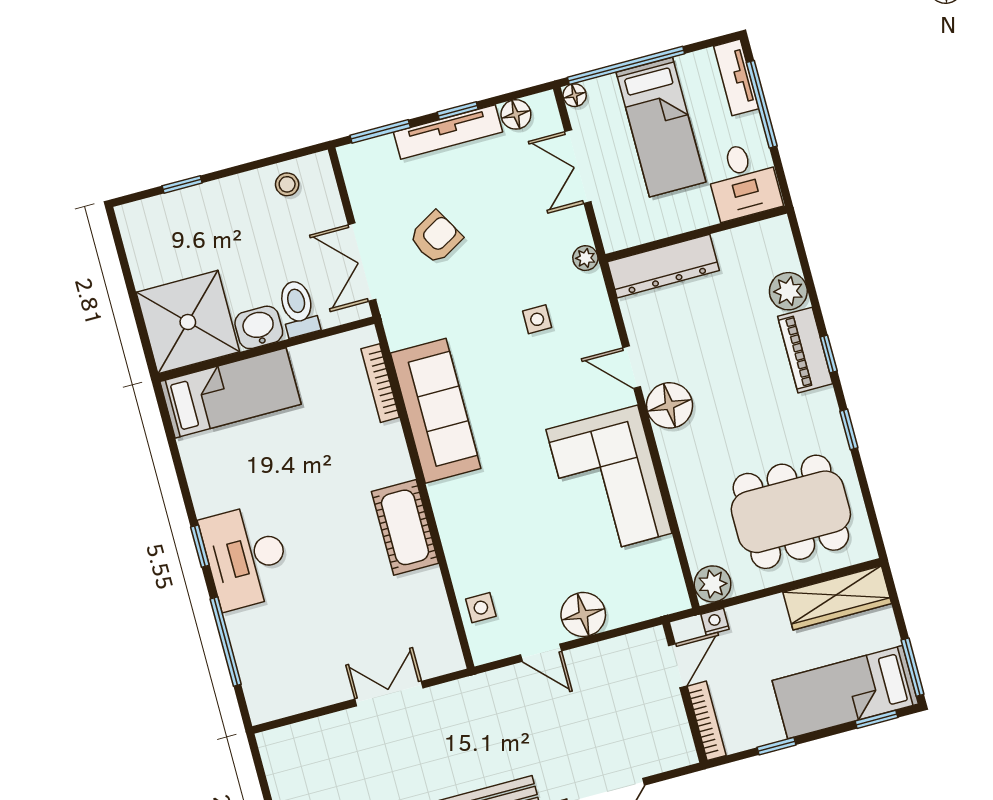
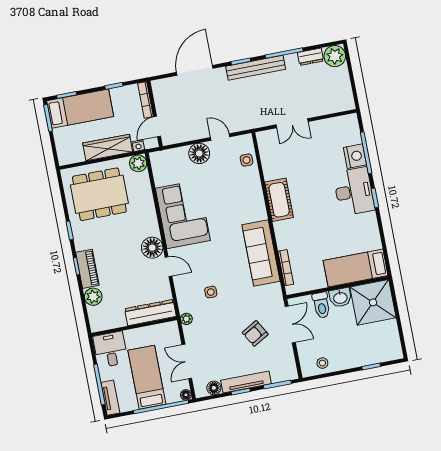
double door: (578, 167) -> (187, 362), swing flipped
wardrobe: (837, 598) -> (108, 147), moved
nightstand: (249, 633) -> (355, 156), added

